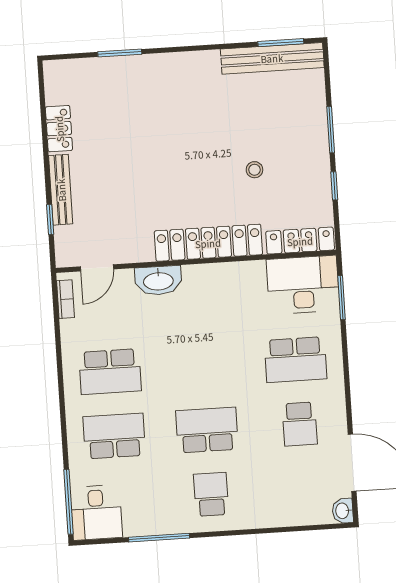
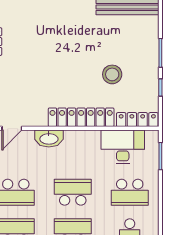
stool: (254, 170) -> (112, 74), width x1.89, depth x1.89
desk: (303, 285) -> (123, 147), moved
school desk: (203, 366) -> (73, 192), added

